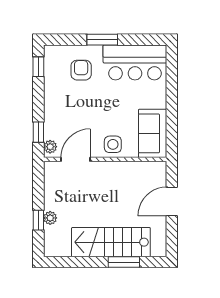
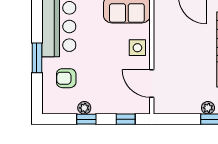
window: (38, 67) -> (86, 119), moved
plant: (50, 147) -> (84, 108), moved

